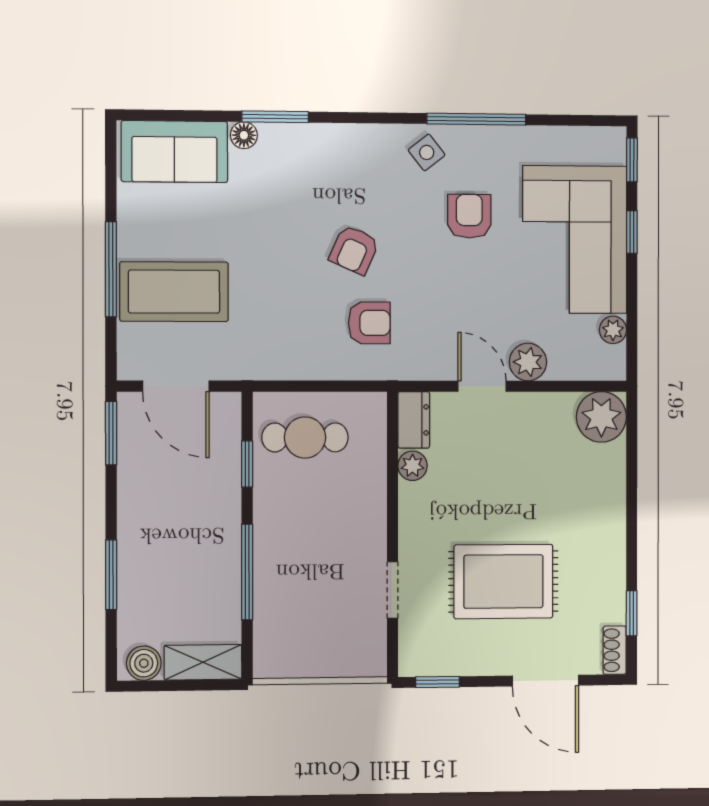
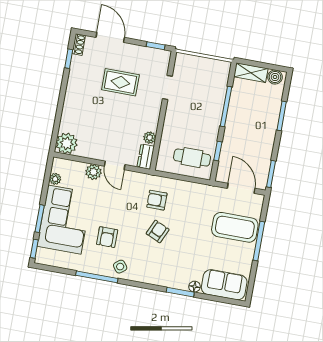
window: (632, 232) -> (40, 219), width x1.50
rug: (503, 582) -> (120, 82), width x0.73, depth x0.70

